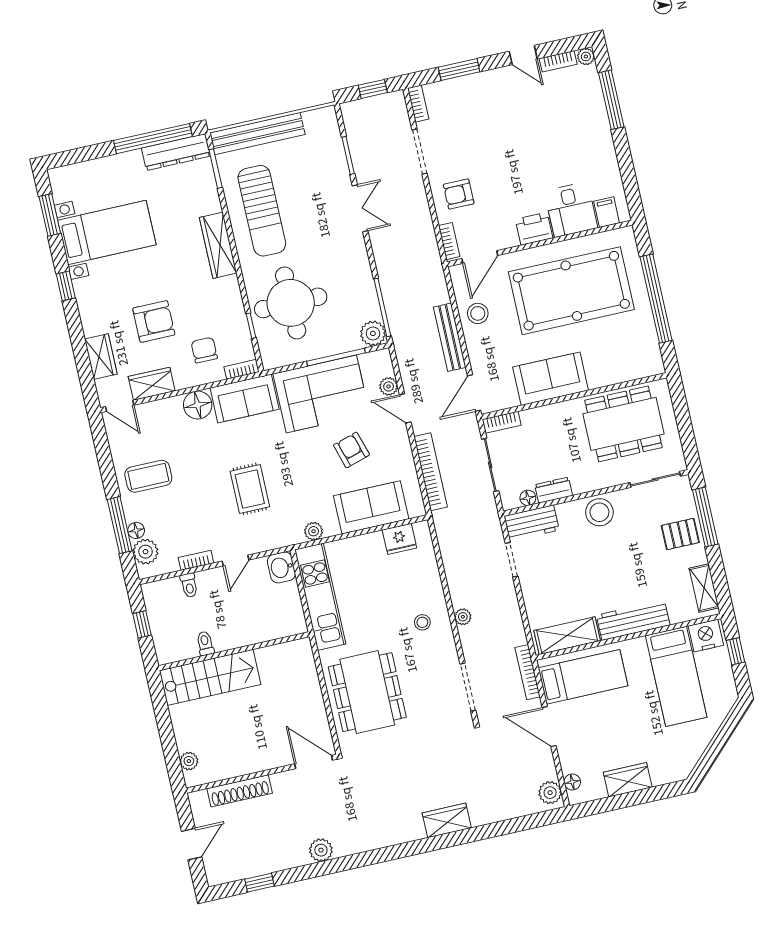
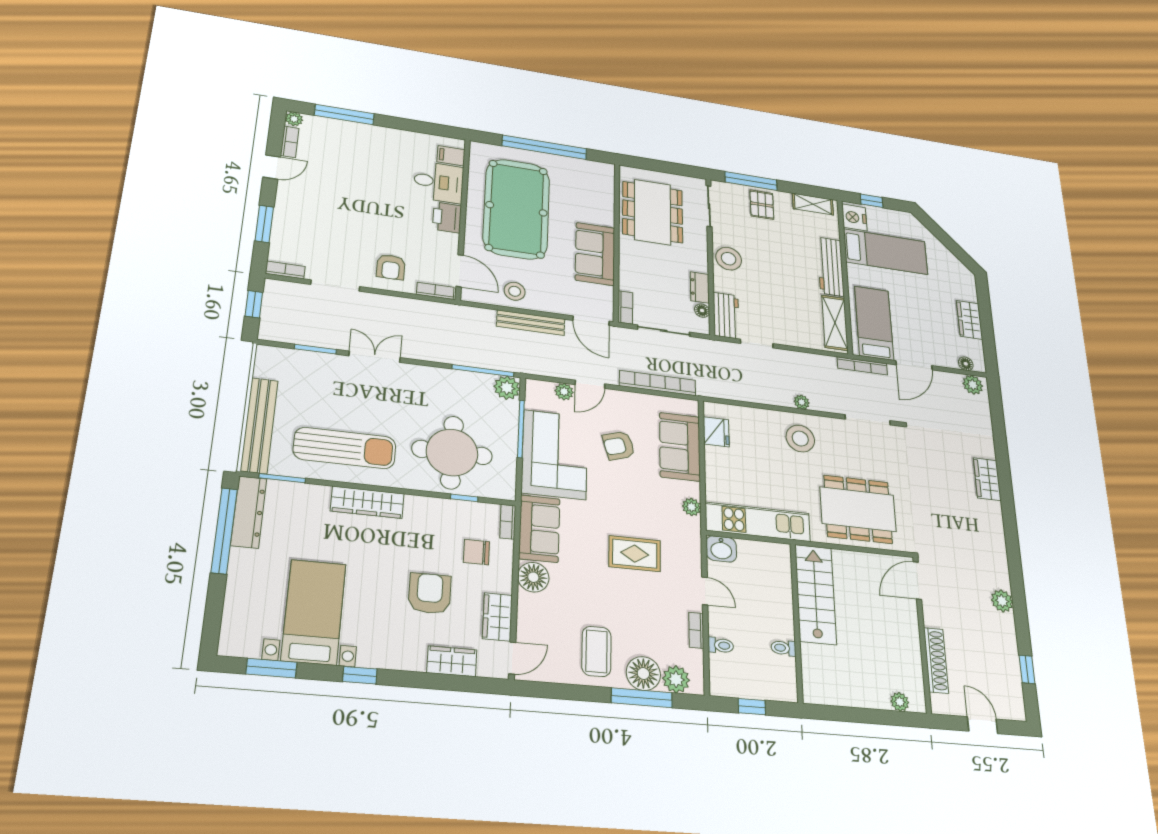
floor lamp: (136, 530) -> (643, 674), width x1.89, depth x1.89
stool: (422, 622) -> (800, 439), width x1.89, depth x1.89
stairs: (210, 677) -> (816, 594), moved

